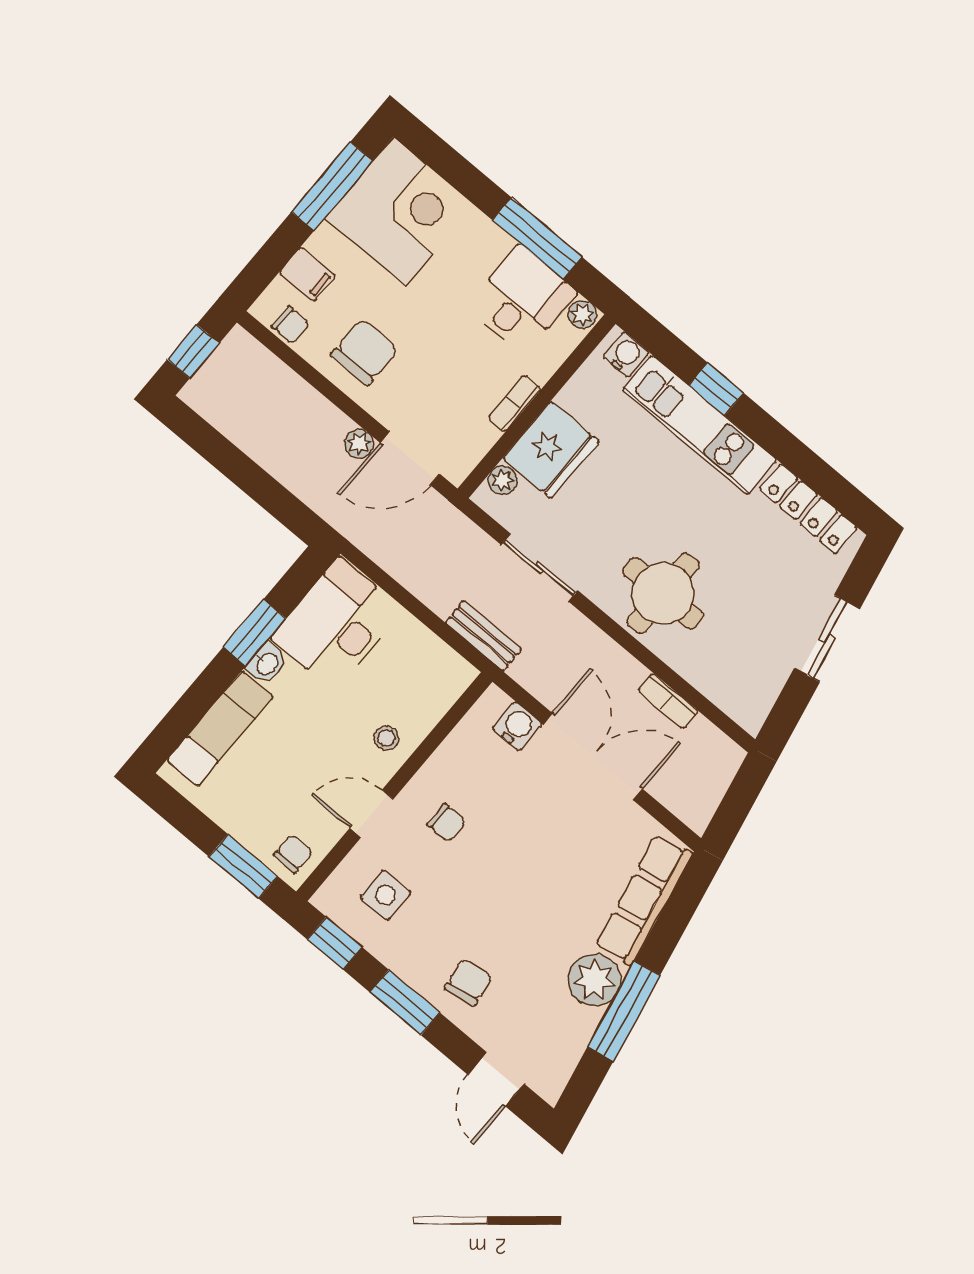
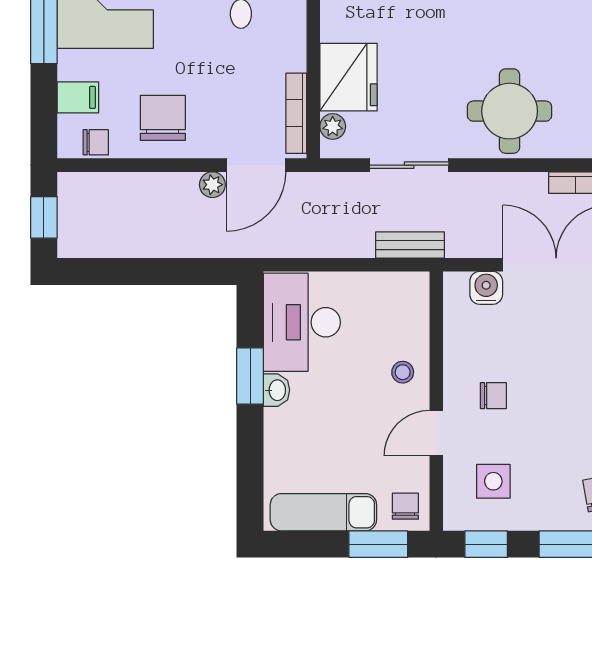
bookcase: (514, 403) -> (296, 113), moved, width x1.56
exam couch: (220, 728) -> (323, 512), moved, turned -90

